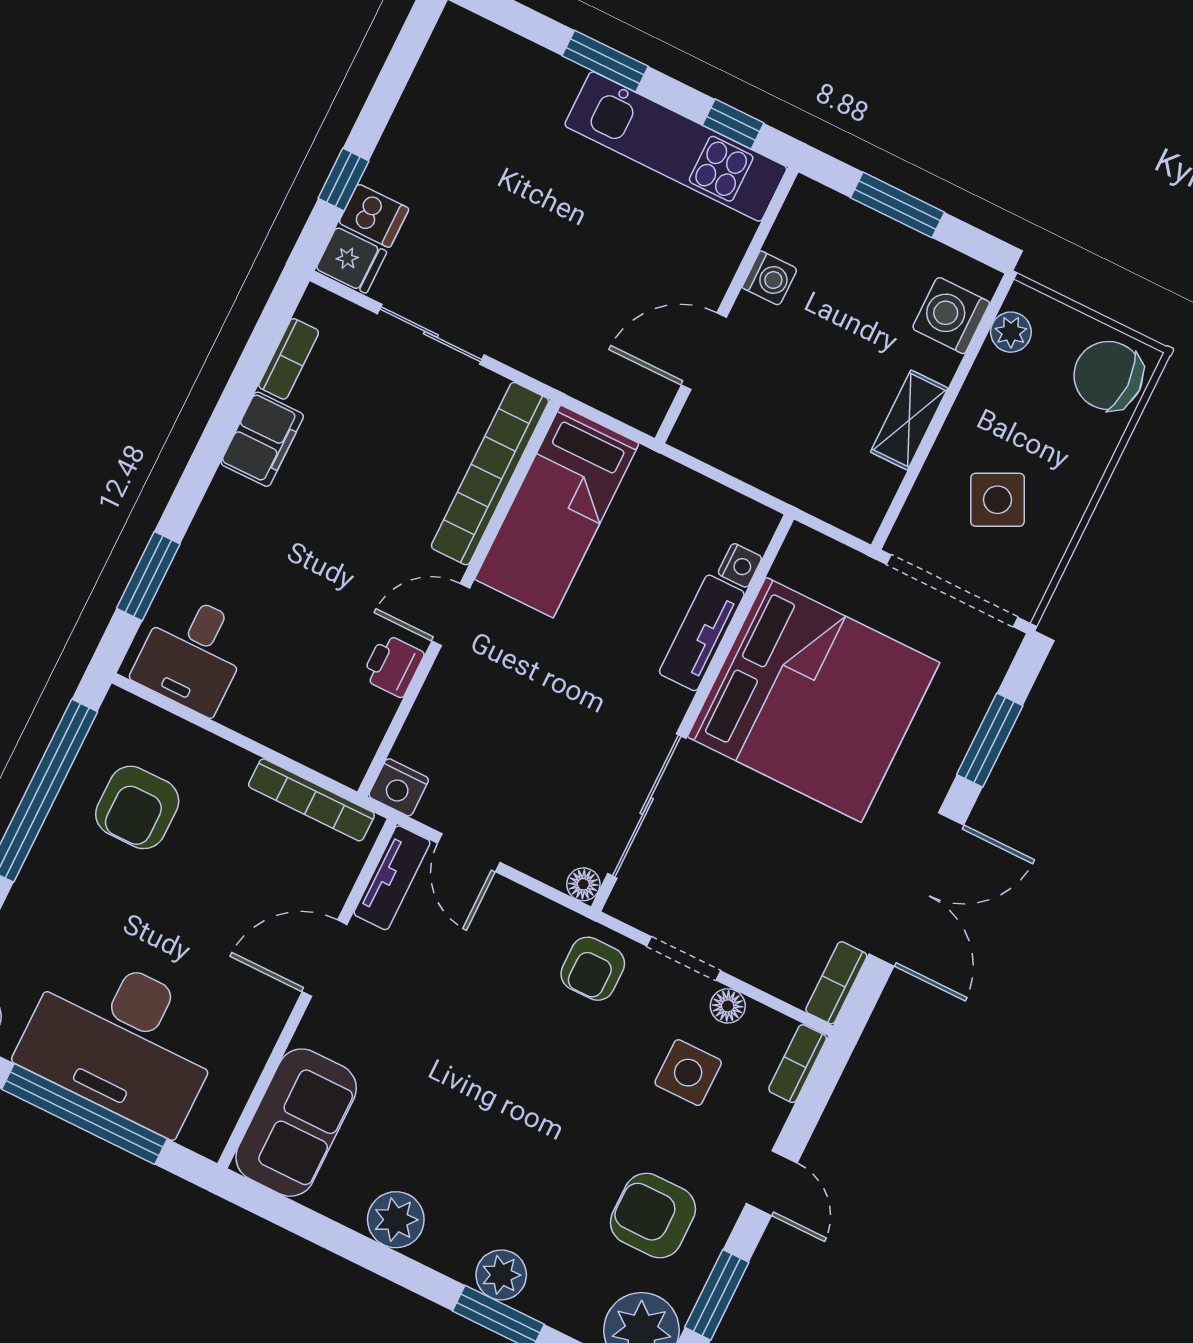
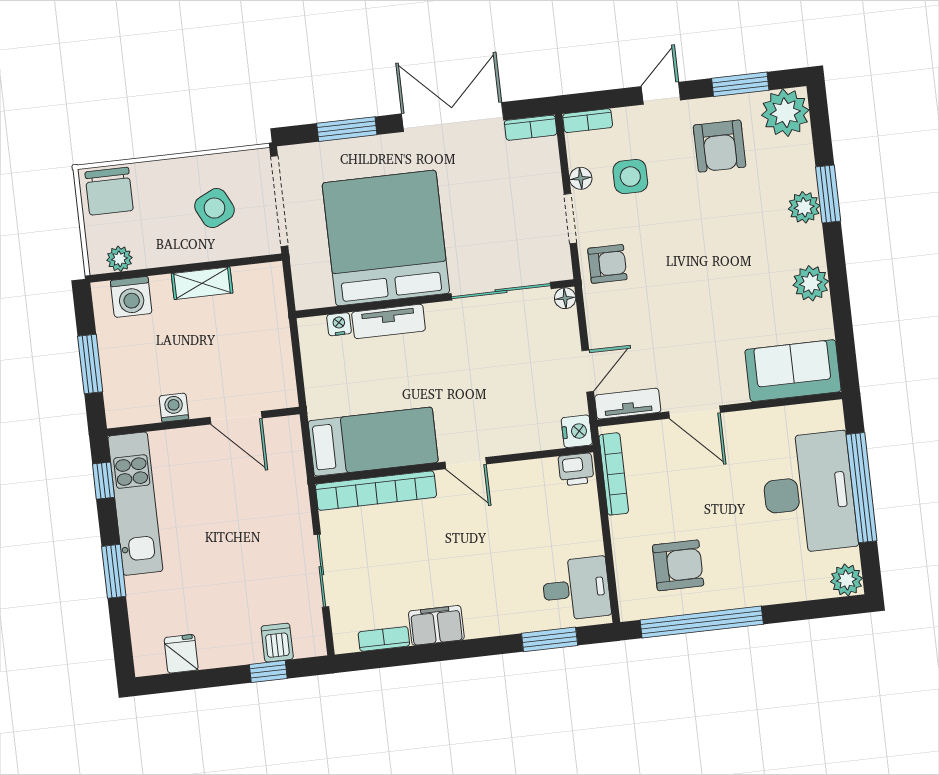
fridge: (351, 260) -> (181, 654), moved
printer: (393, 666) -> (576, 469), moved

